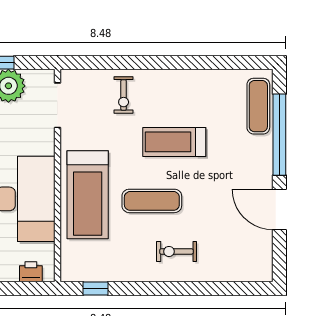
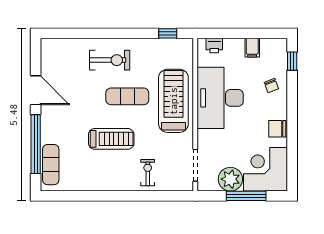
exercise bike: (176, 251) -> (110, 60), width x1.38, depth x1.39

